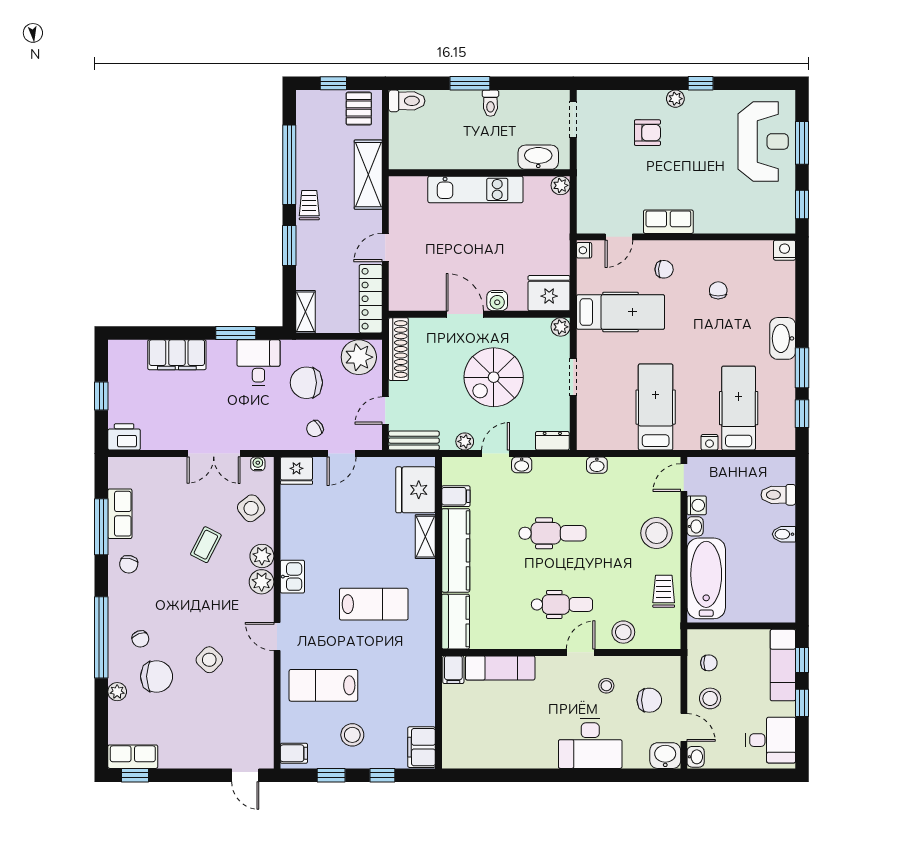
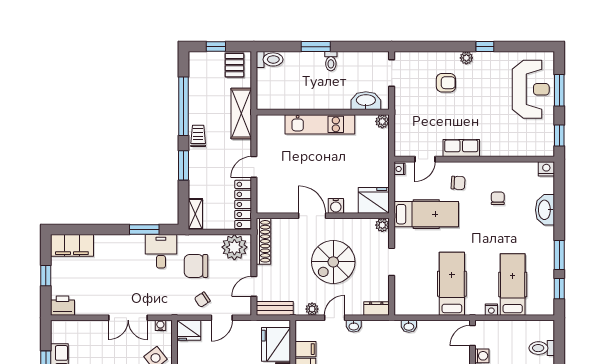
washbasin: (783, 338) -> (545, 210), moved
filing cabinet: (177, 355) -> (72, 245), moved

